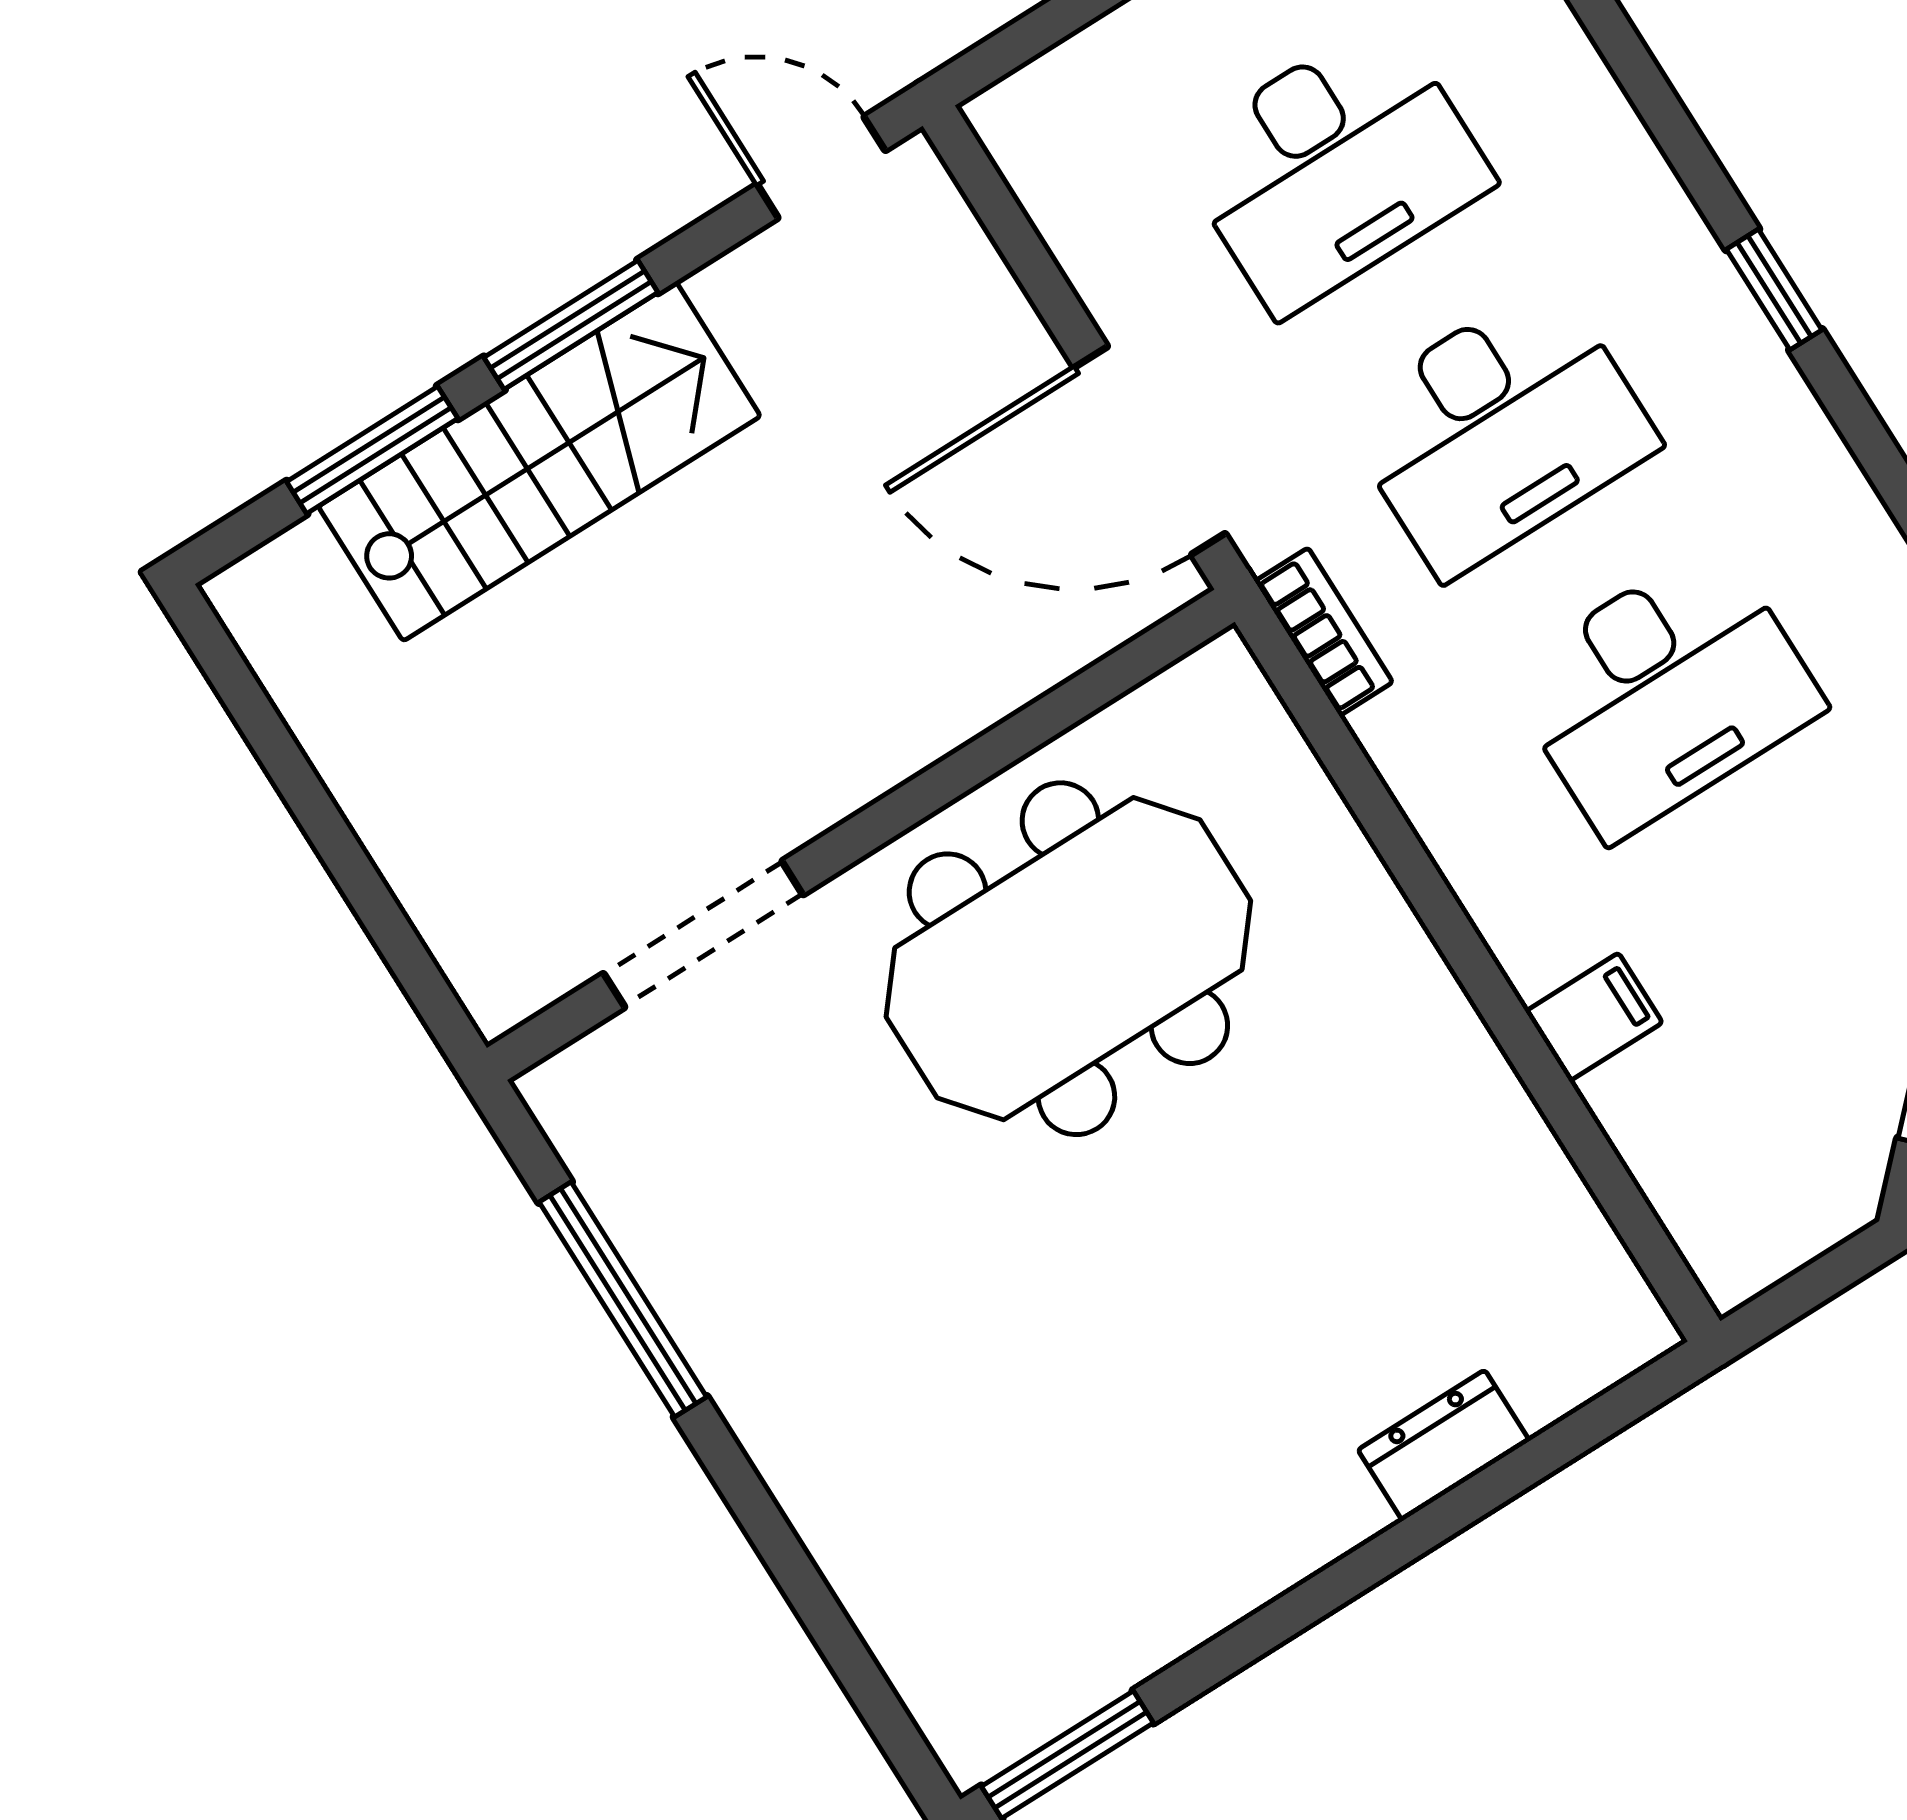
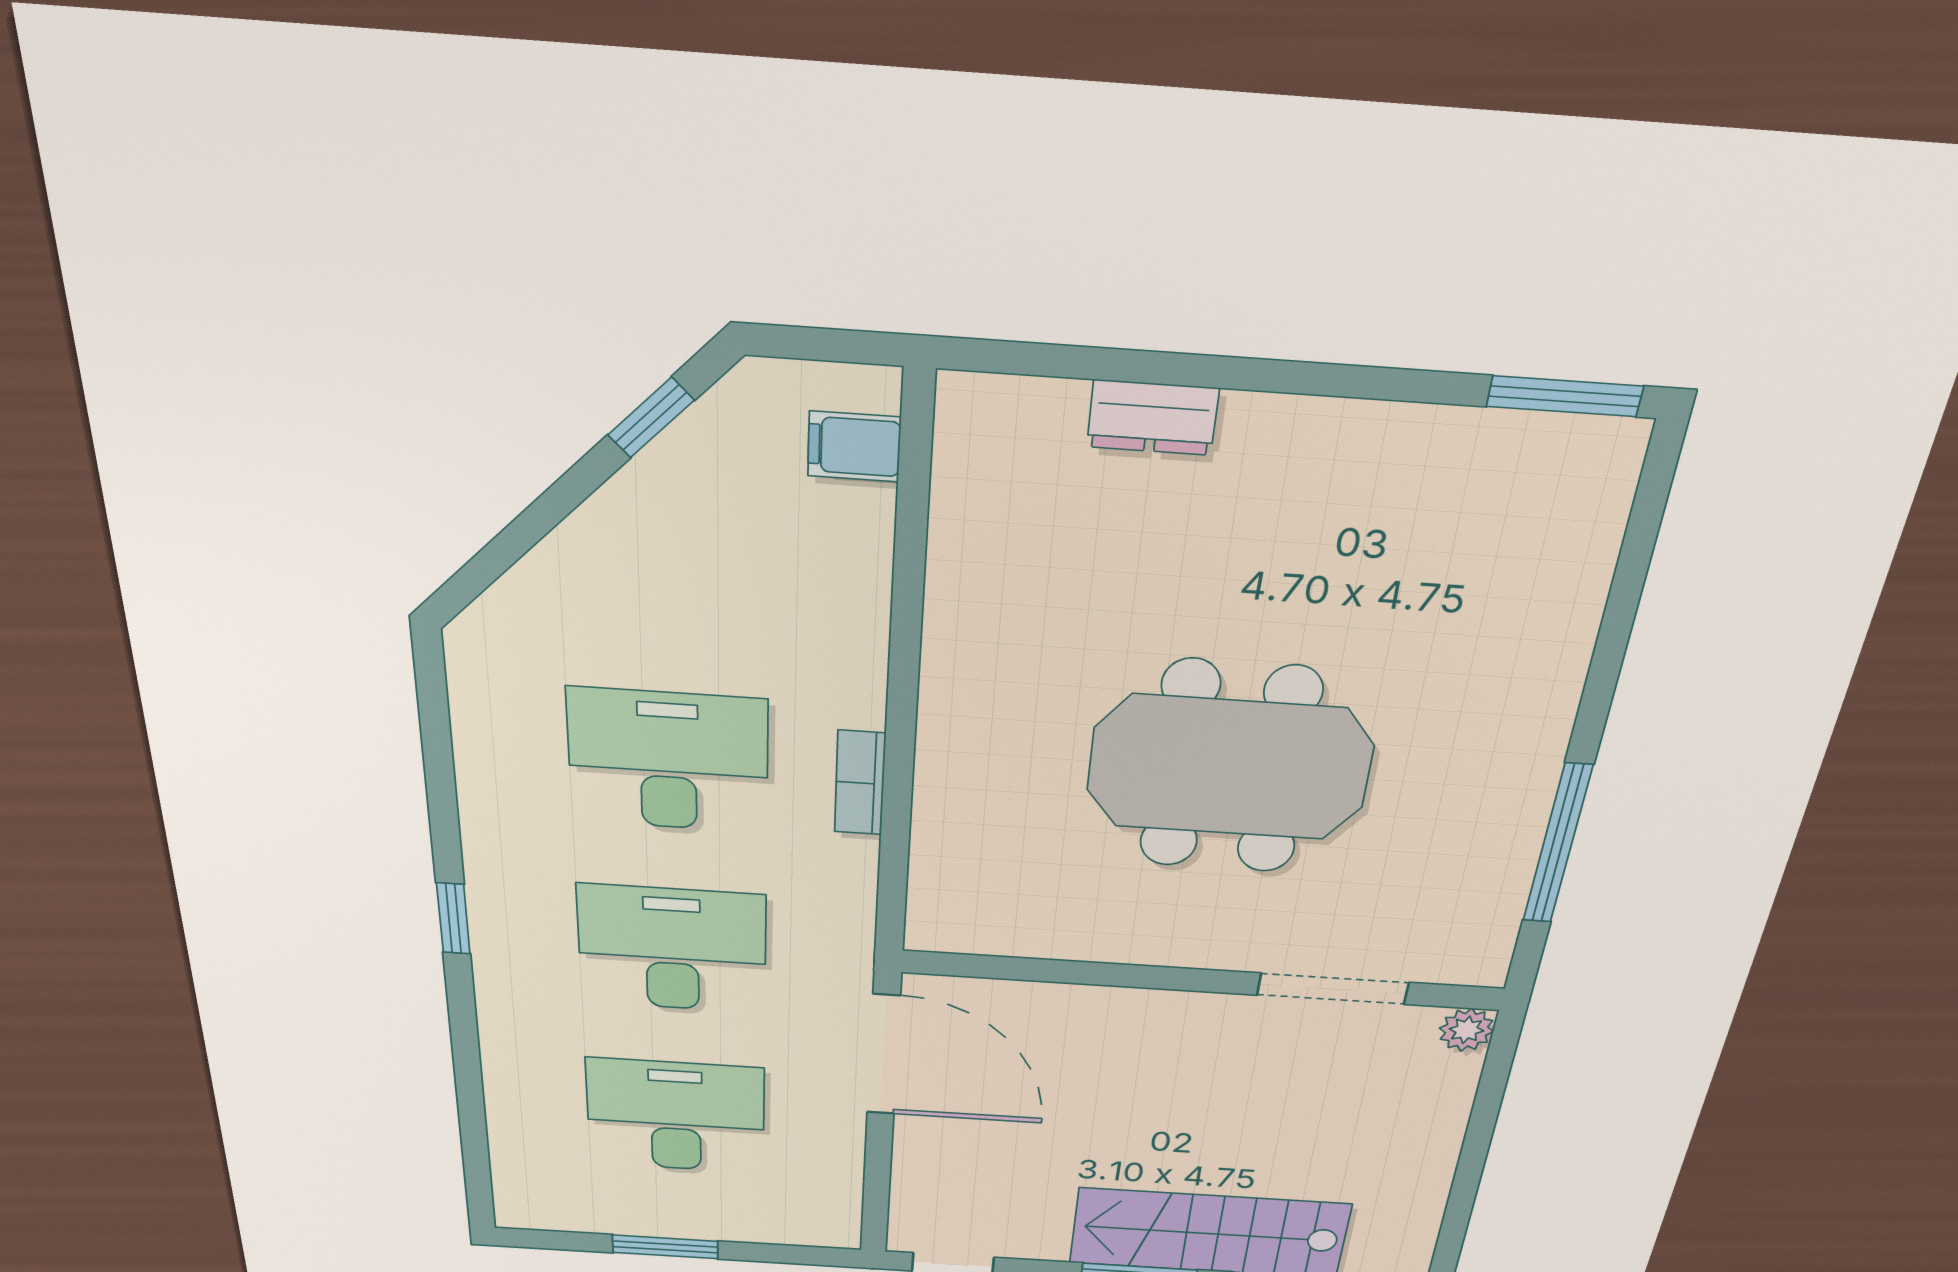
bookcase: (1324, 632) -> (860, 783), moved
meeting table: (1068, 959) -> (1229, 768), moved
plant: (499, 993) -> (1466, 1030), added
filing cabinet: (1594, 1017) -> (854, 447), moved

